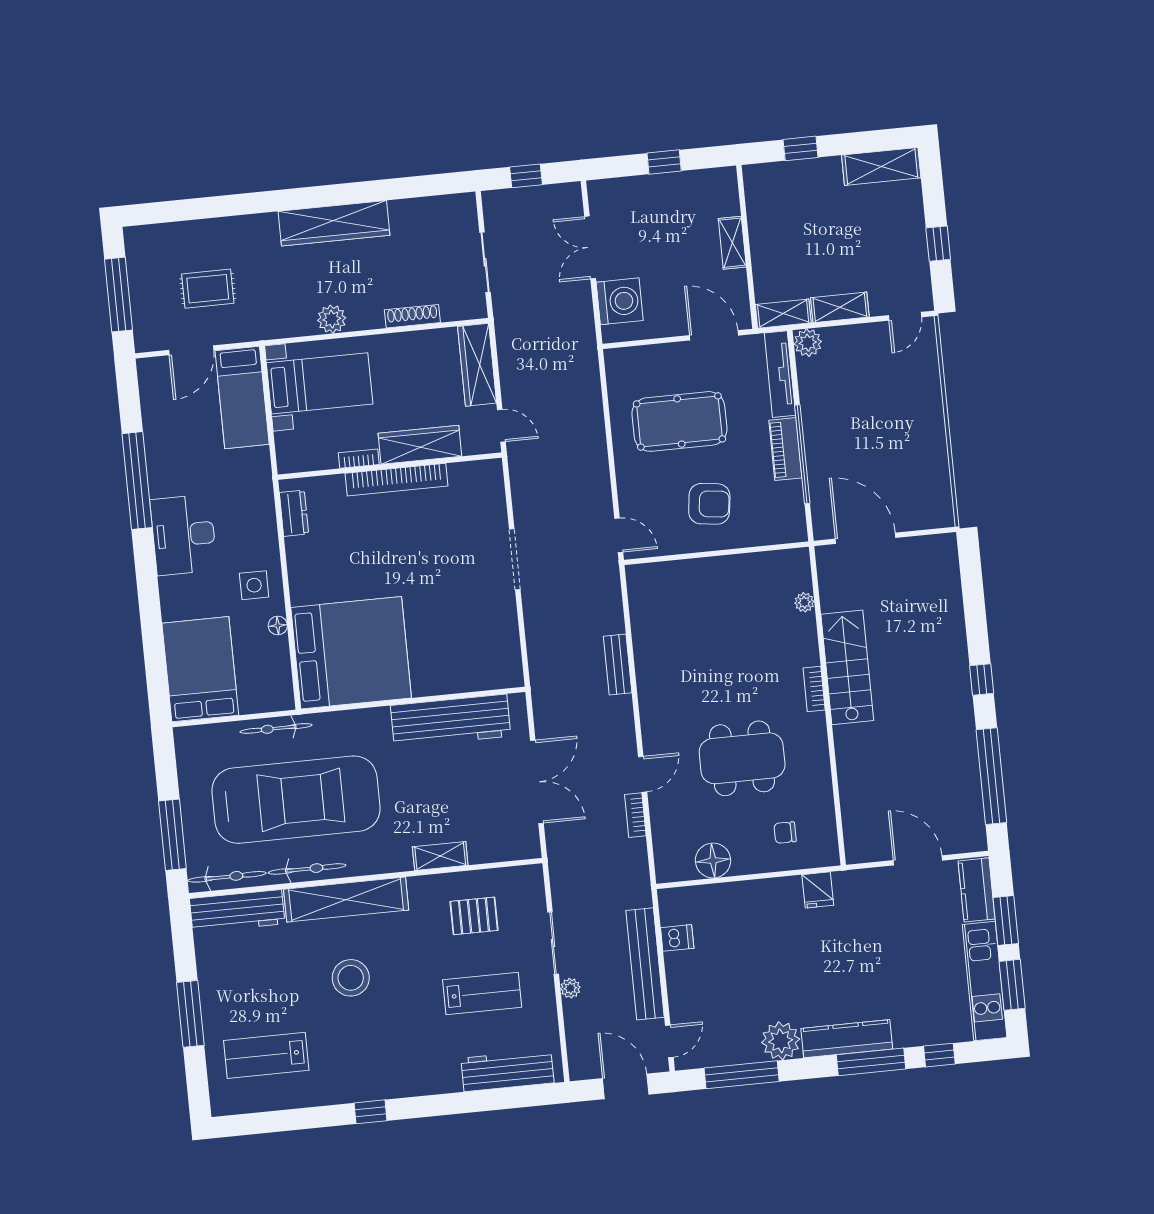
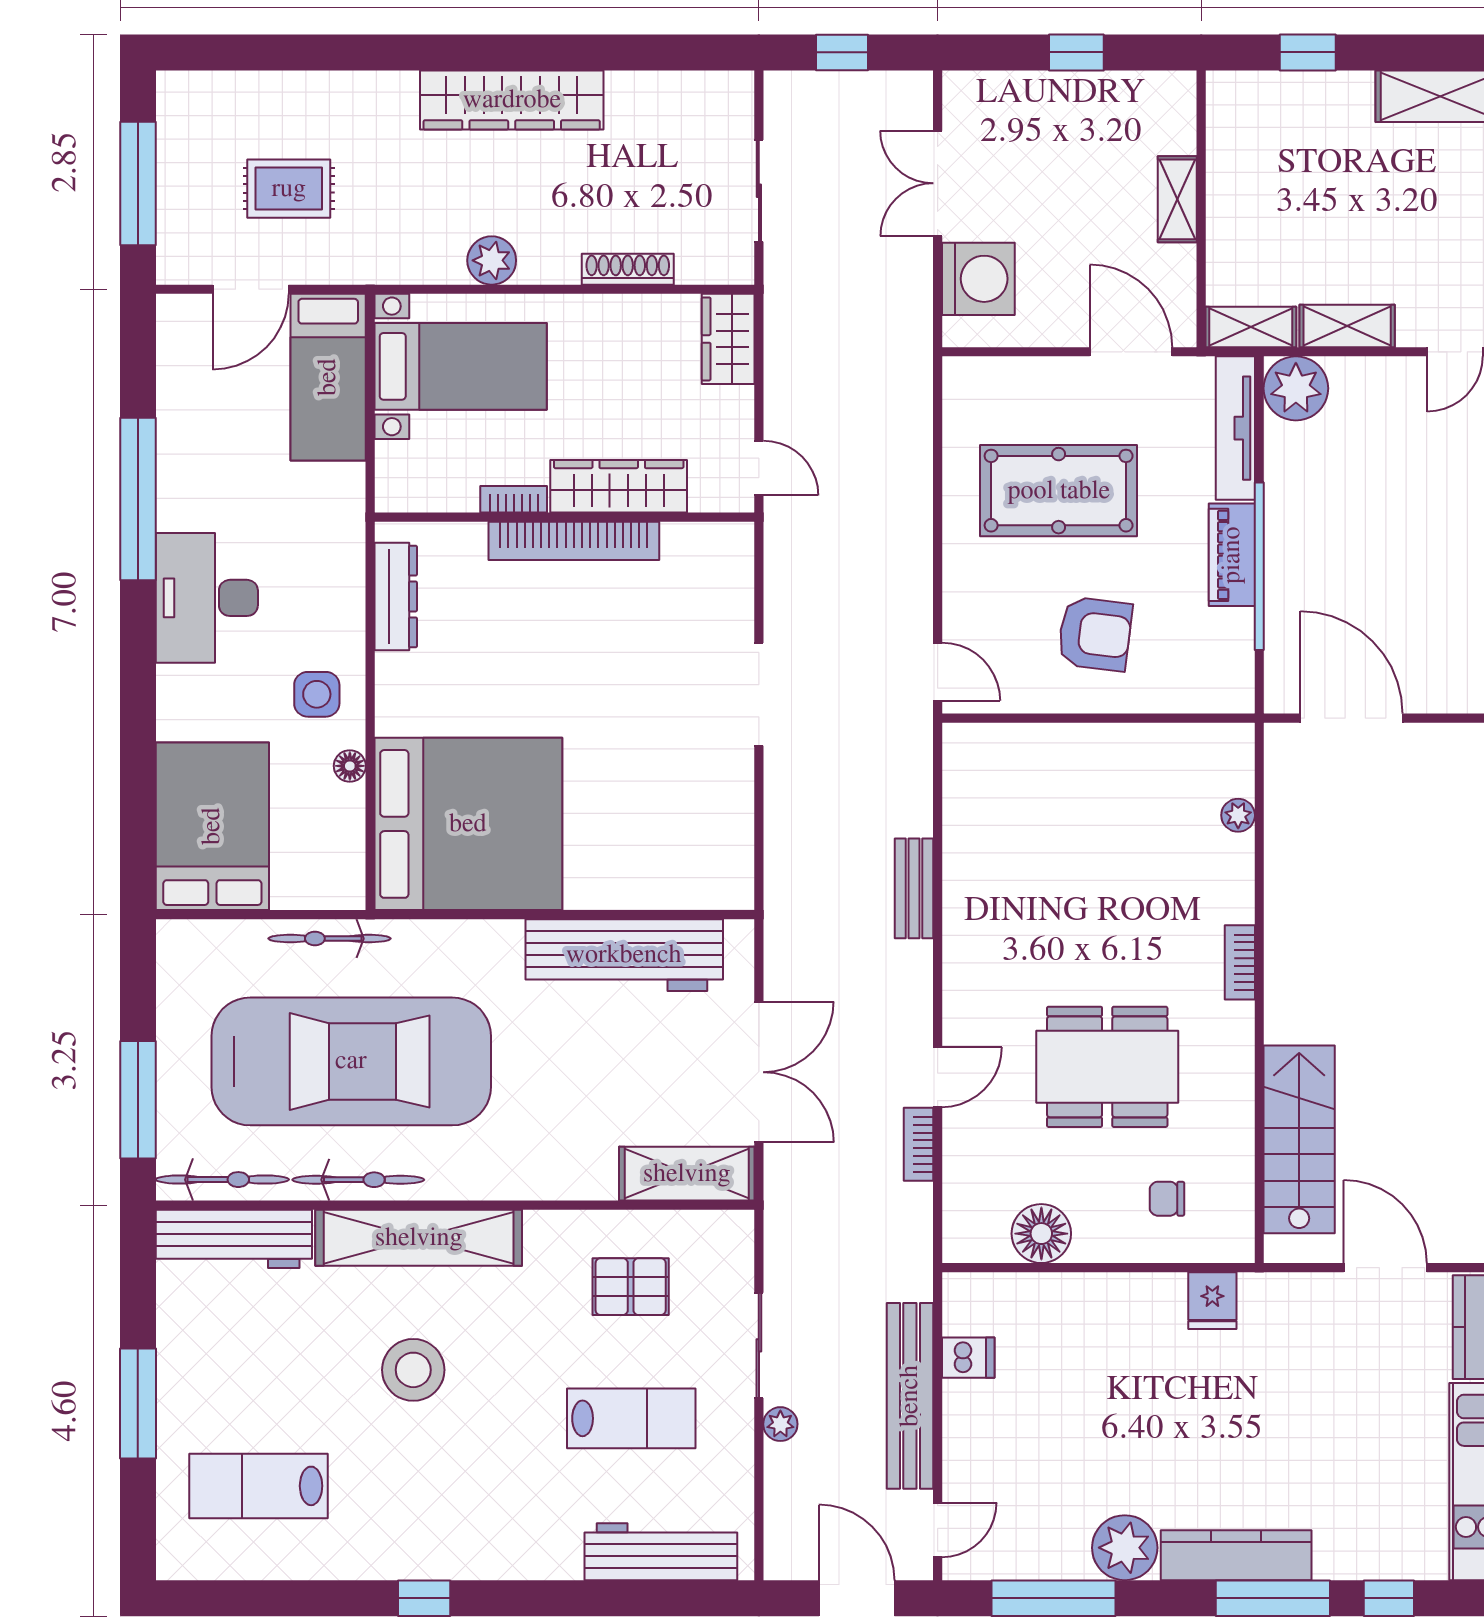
plant: (808, 343) -> (1296, 388), width x1.36, depth x1.36
wardrobe: (477, 365) -> (728, 339), width x0.67
dresser: (294, 513) -> (396, 596), width x1.44
stairs: (847, 667) -> (1299, 1139), moved
shelving: (440, 856) -> (687, 1174), moved, width x1.50, depth x1.33

